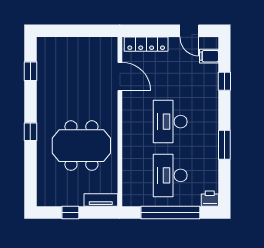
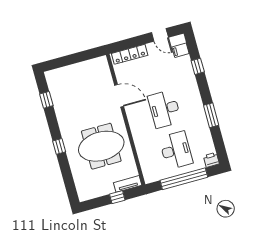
door: (120, 76) -> (119, 96), moved
desk: (170, 175) -> (176, 150), turned 180
window: (70, 212) -> (117, 197), moved

